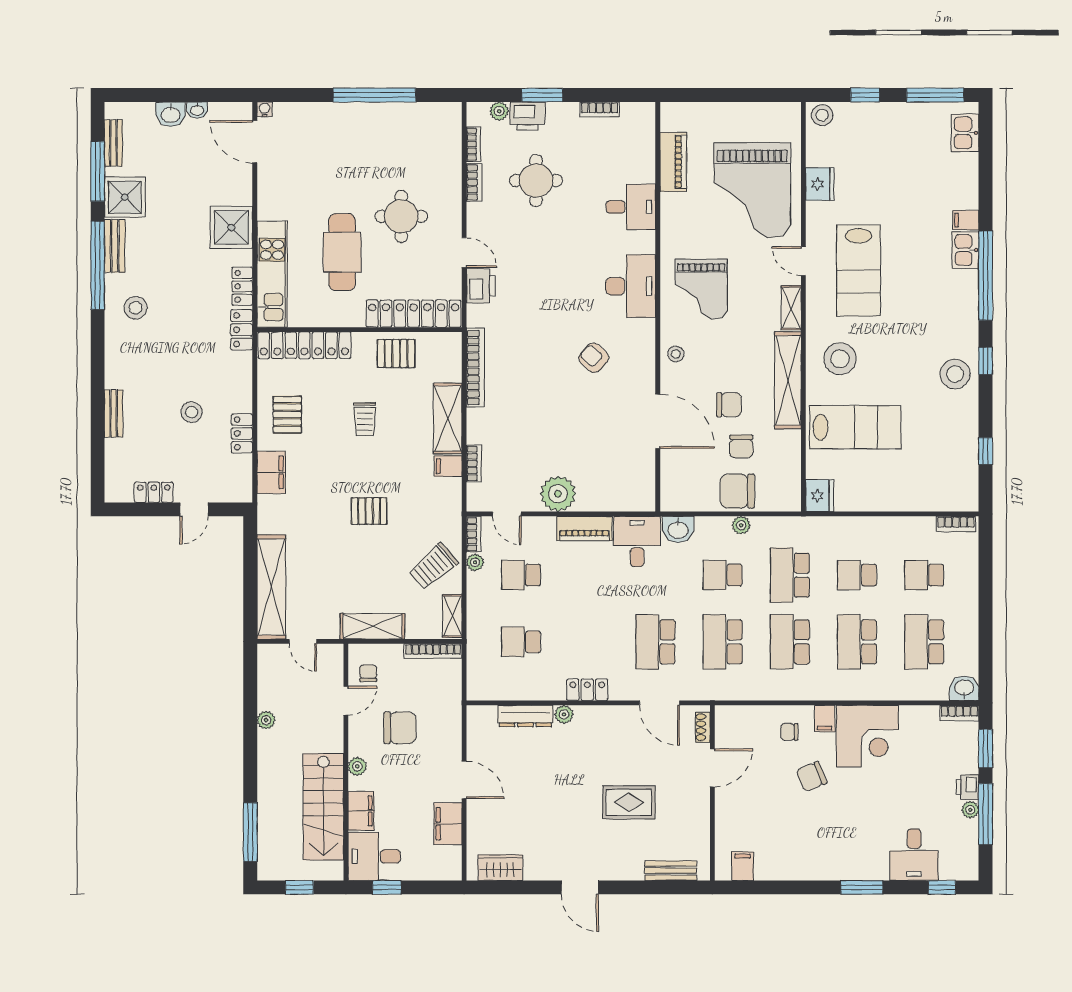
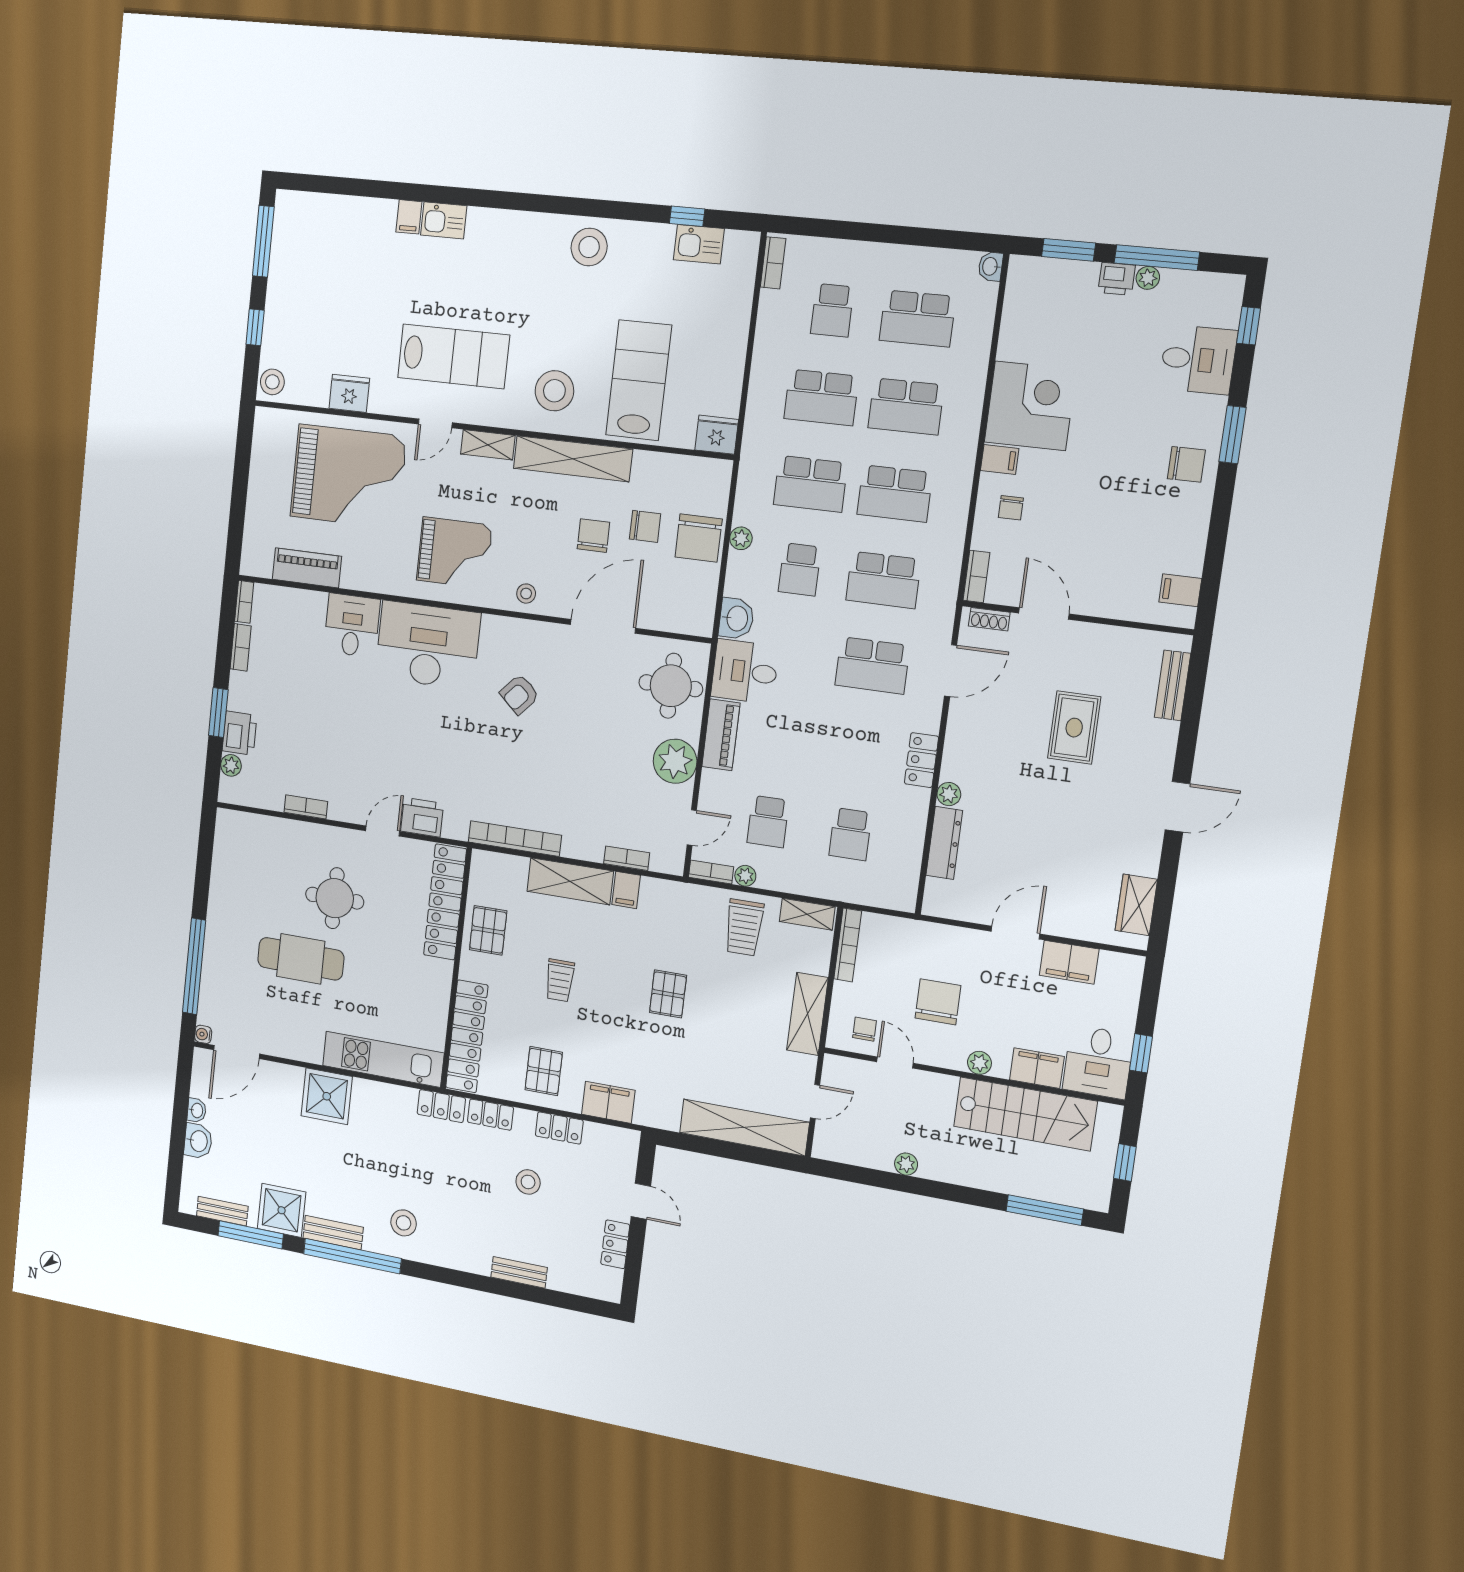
window: (374, 95) -> (194, 966), moved
kitchen sink: (965, 133) -> (699, 244), moved
bookcase: (473, 144) -> (244, 602), moved, turned 90
round table: (536, 181) -> (671, 686), moved
cafe table: (342, 252) -> (301, 959), moved
window: (986, 276) -> (476, 198), removed
locker: (242, 286) -> (490, 1115), moved
desk: (631, 286) -> (428, 645), width x1.36, depth x1.30
window: (986, 361) -> (578, 207), removed
pallet: (287, 415) -> (544, 1071), turned 90
trolley: (365, 419) -> (560, 980), turned 90
trolley: (433, 566) -> (744, 927), turned 41
school desk: (857, 575) -> (821, 397), width x1.85
chair: (368, 673) -> (864, 1029), turned 90
washbasin: (964, 688) -> (991, 266), width x0.72, depth x0.69
bookcase: (959, 713) -> (976, 576), moved
chair: (812, 777) -> (1186, 464), moved, turned -68

